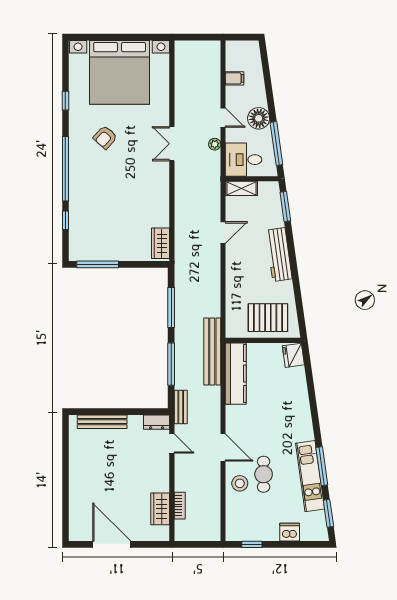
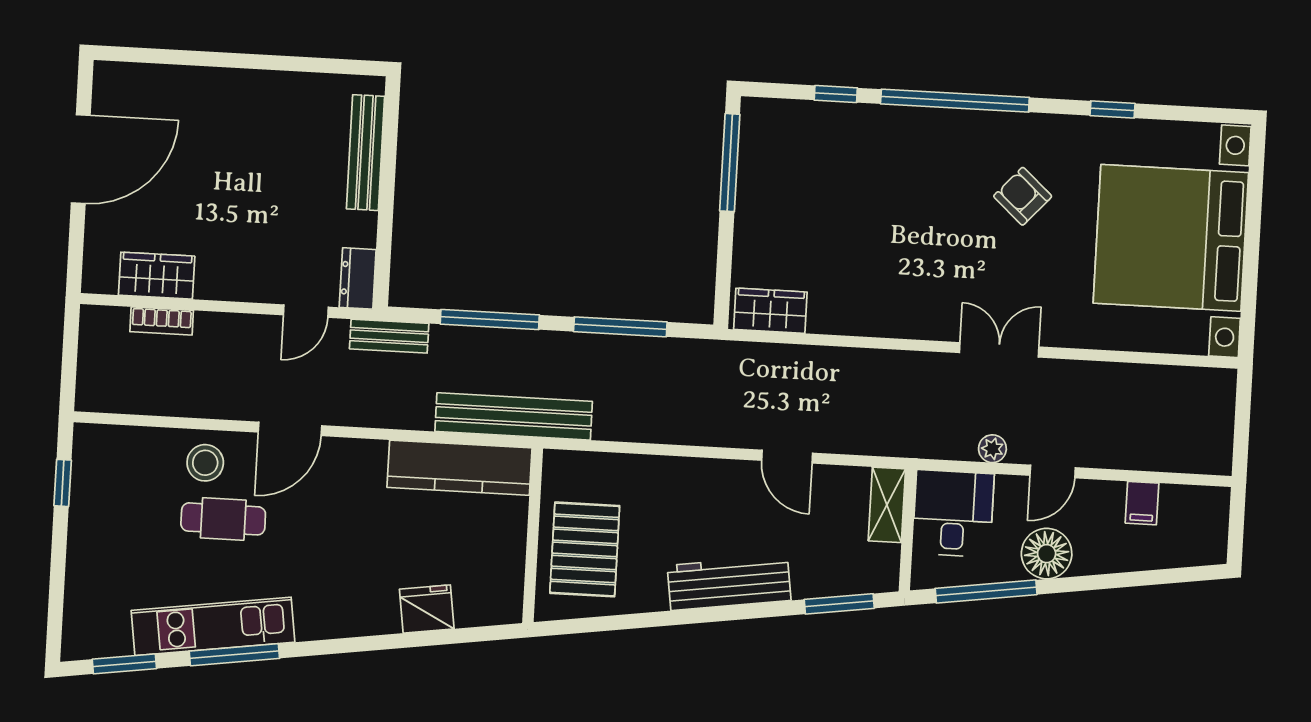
fridge: (293, 355) -> (427, 609), moved
dishwasher: (290, 532) -> (86, 572), removed

